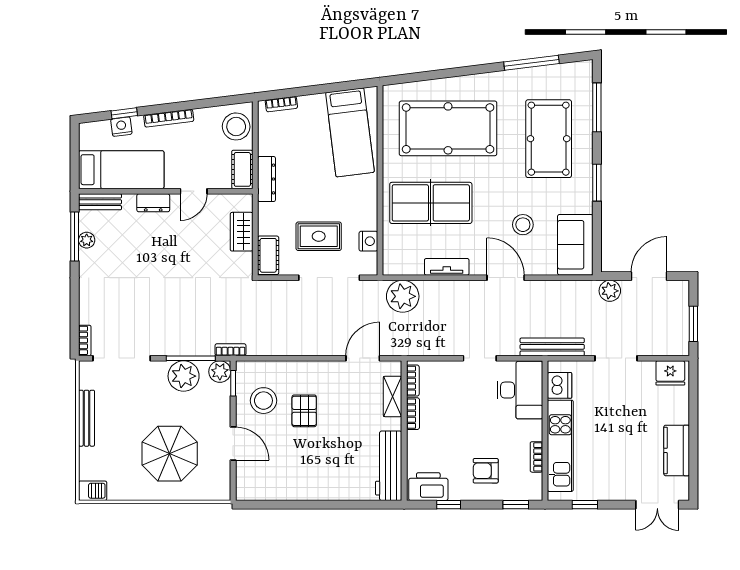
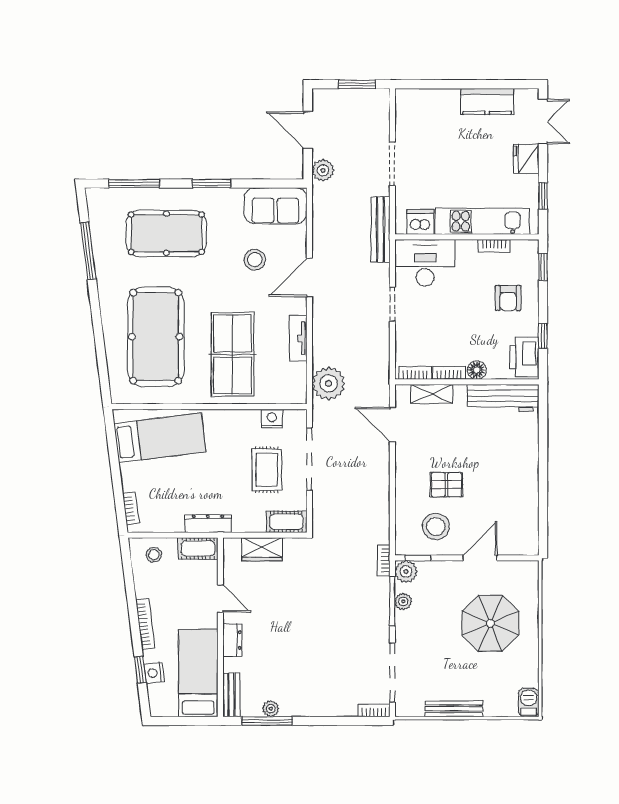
stool: (236, 126) -> (154, 555), width x0.53, depth x0.53
fridge: (670, 373) -> (526, 159), moved, turned 180
plant: (184, 376) -> (403, 601), width x0.53, depth x0.53
floor lamp: (416, 440) -> (477, 370), added

